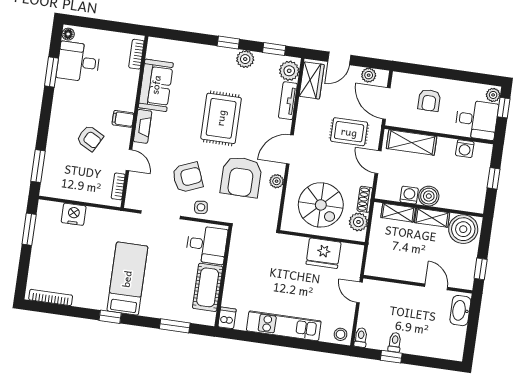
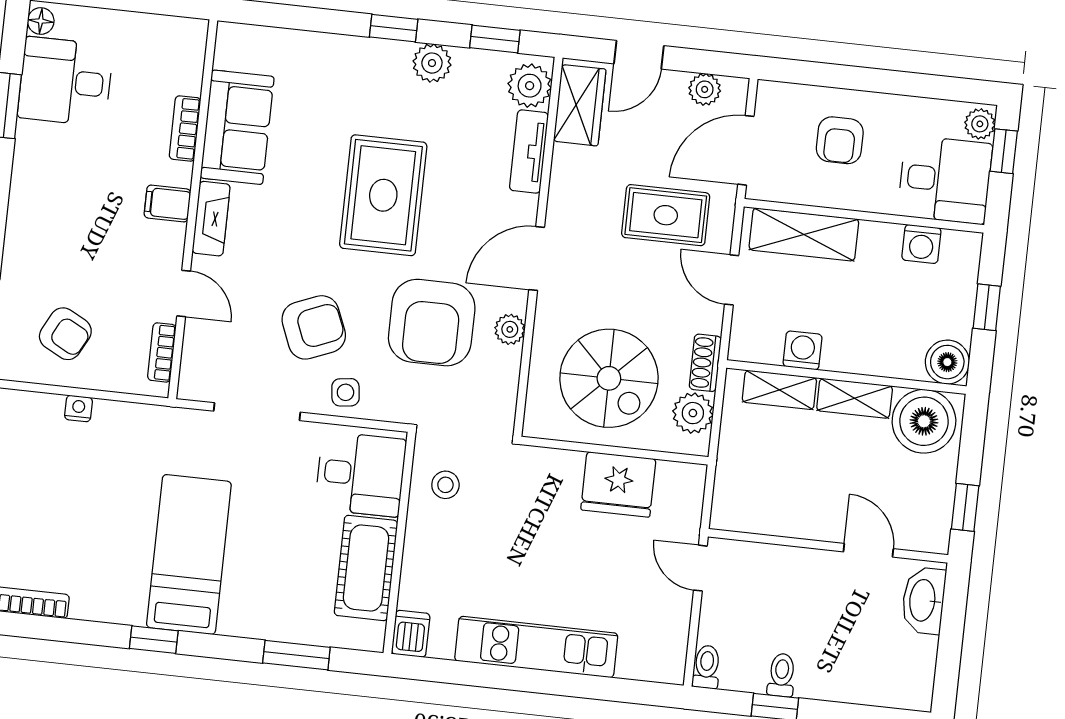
bookcase: (136, 54) -> (185, 128), moved
door: (386, 103) -> (746, 150), hinge flipped
armchair: (90, 138) -> (65, 334), moved
boiler: (429, 196) -> (947, 362), moved
nightstand: (74, 214) -> (79, 408), width x0.53, depth x0.56
stool: (341, 334) -> (445, 485), moved

